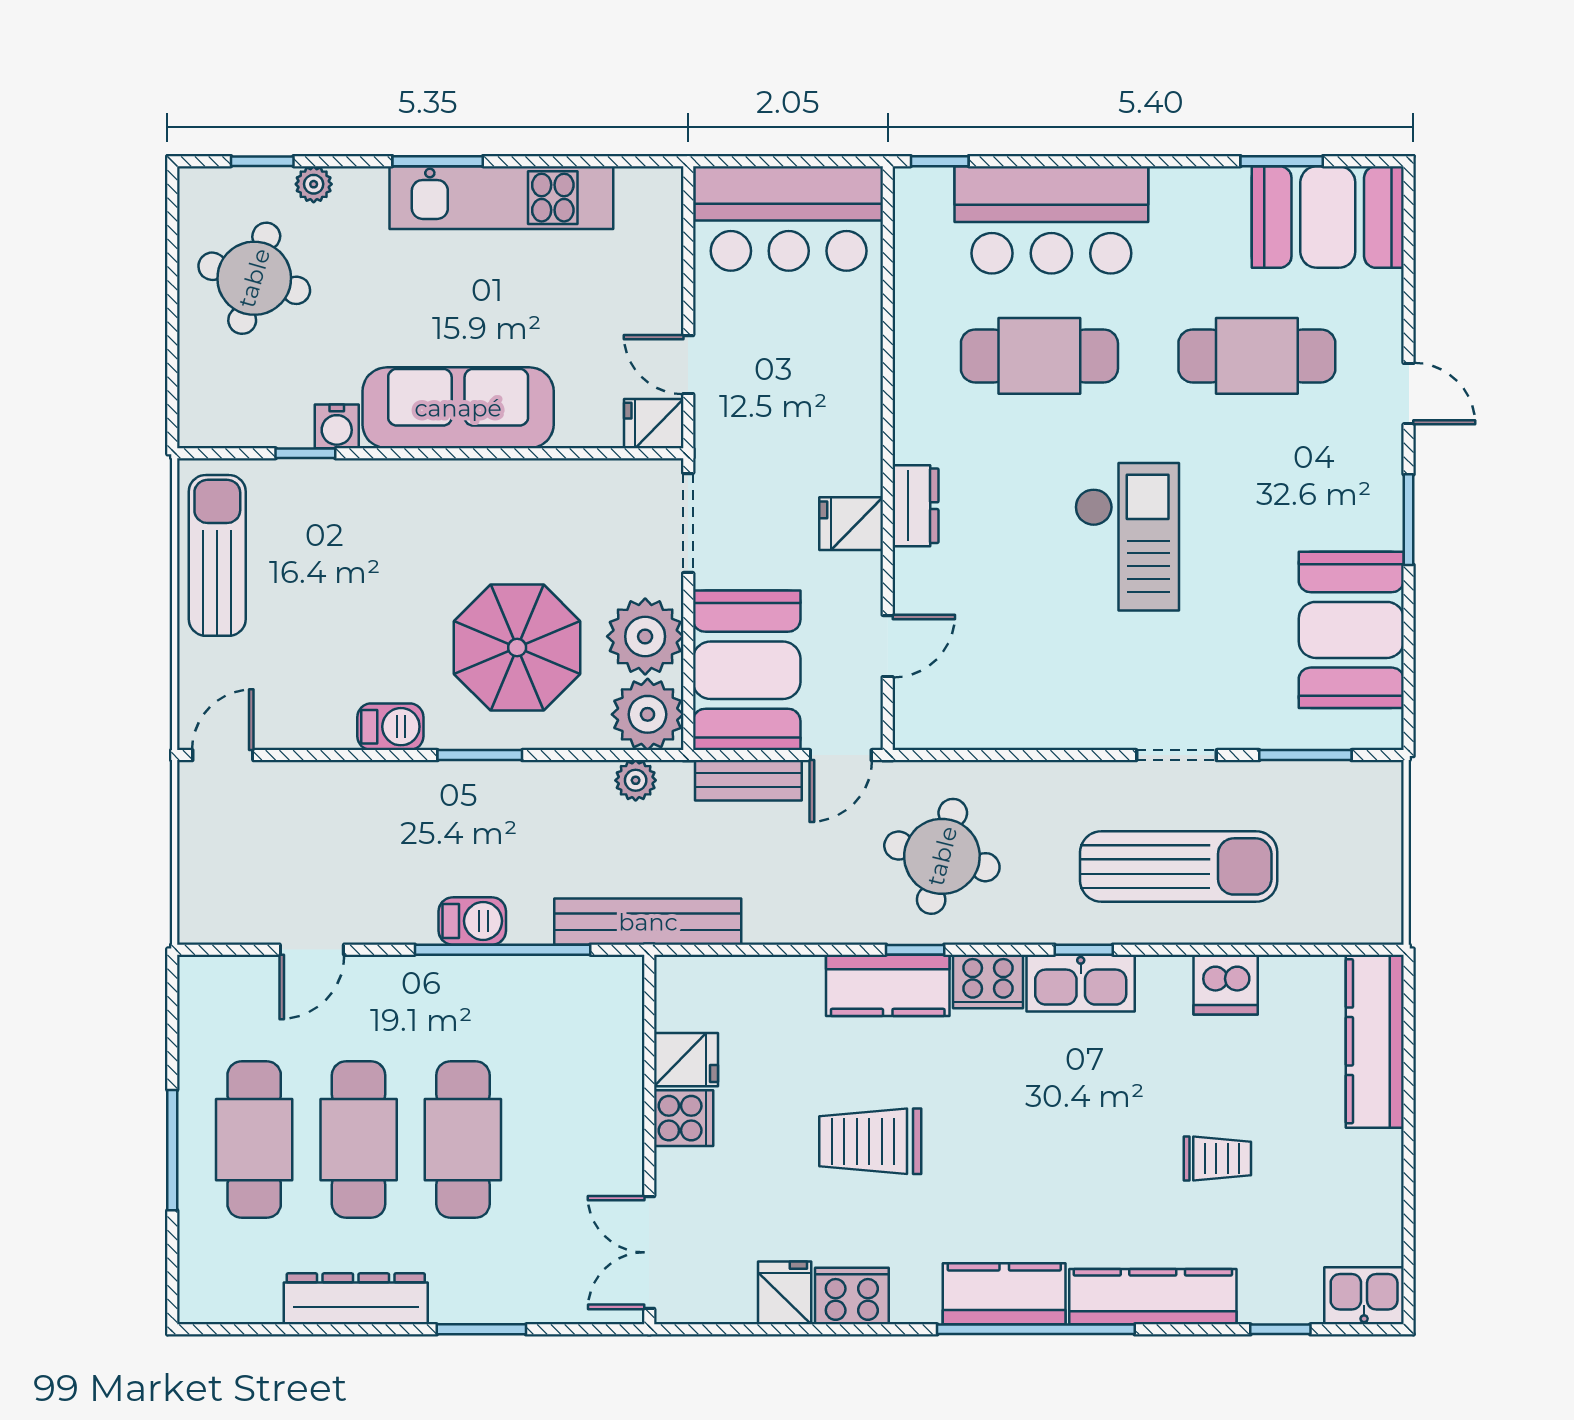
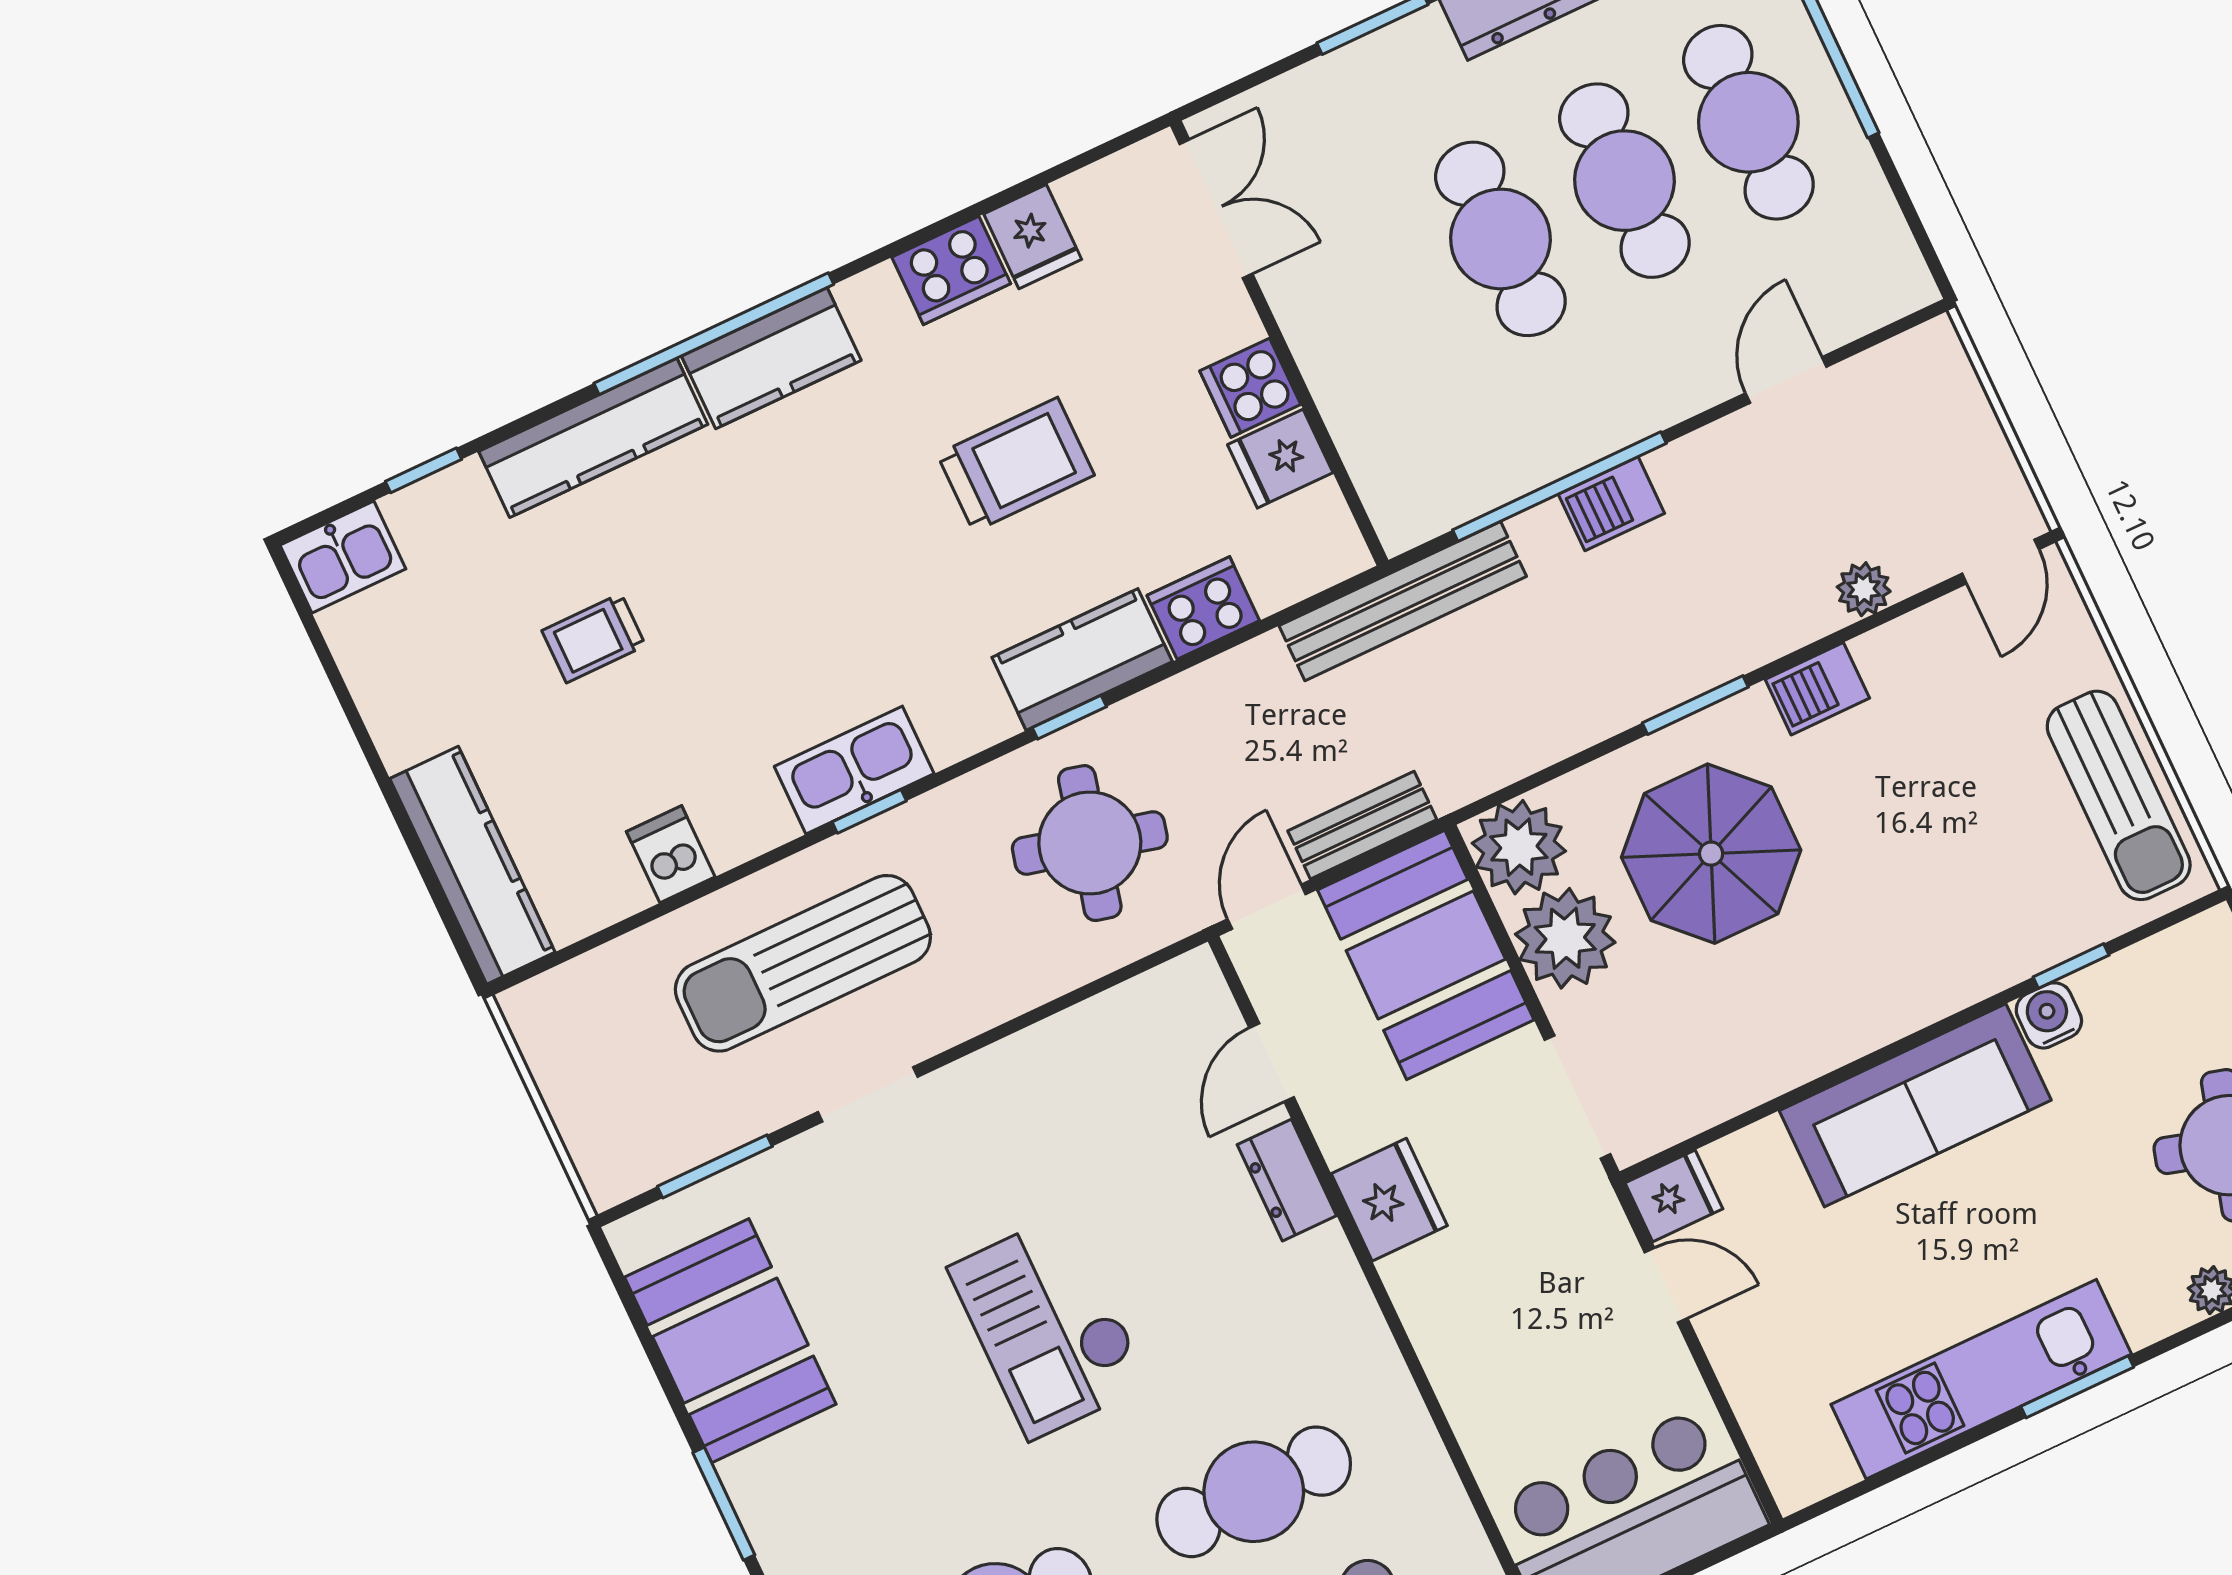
dresser: (915, 506) -> (1287, 1180), moved
fridge: (851, 524) -> (1389, 1200), width x1.38
plant: (636, 780) -> (1864, 589), moved
cooker: (988, 982) -> (1203, 608), moved
dishwasher: (1226, 985) -> (671, 854), width x0.73

